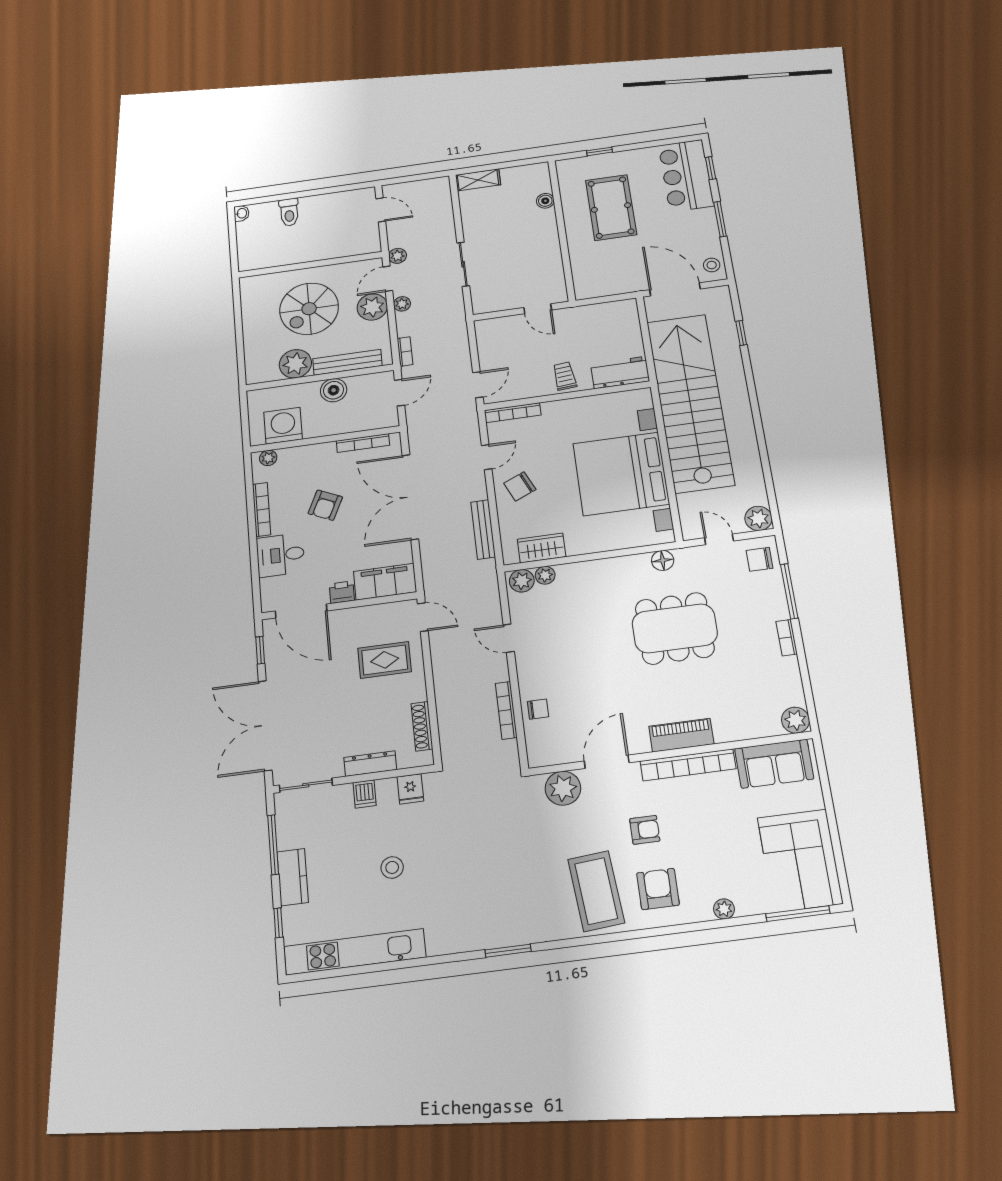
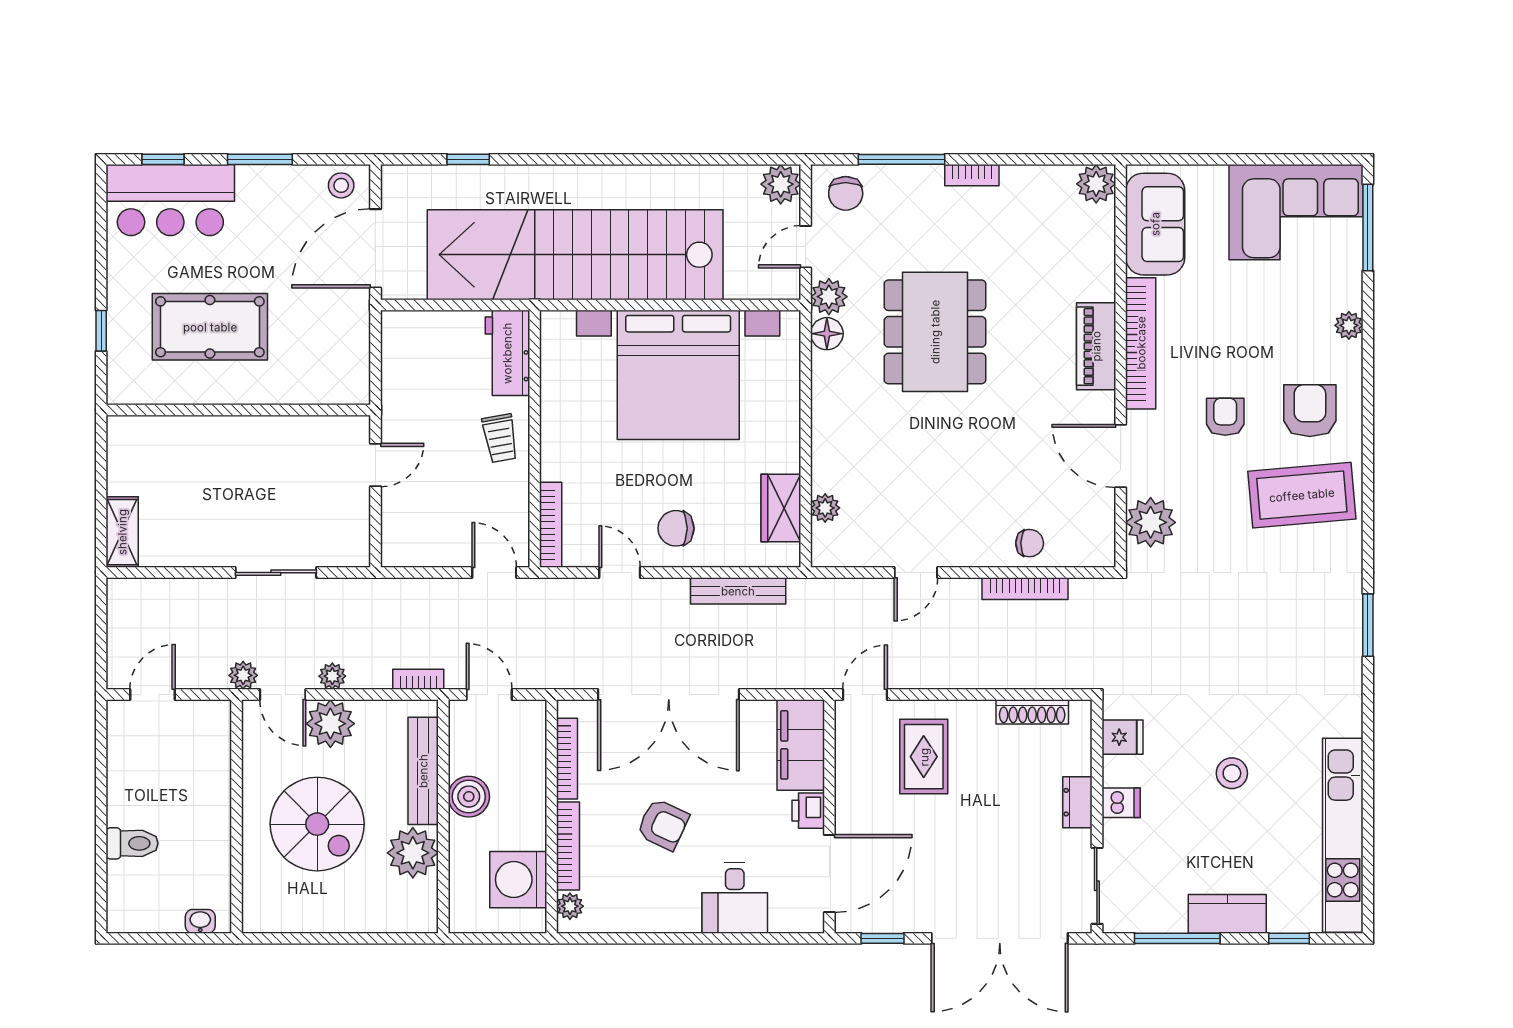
boiler: (545, 201) -> (180, 429), removed
washbasin: (241, 213) -> (200, 921), moved
trolley: (565, 376) -> (500, 438), turned -95
chair: (520, 486) -> (676, 528), turned 114
bookcase: (262, 509) -> (568, 846), moved, turned 90
plant: (522, 581) -> (829, 297), moved
chair: (538, 709) -> (1030, 543), turned 91
dresser: (370, 764) -> (1077, 802), width x0.70
armchair: (658, 889) -> (1310, 411), turned 90

